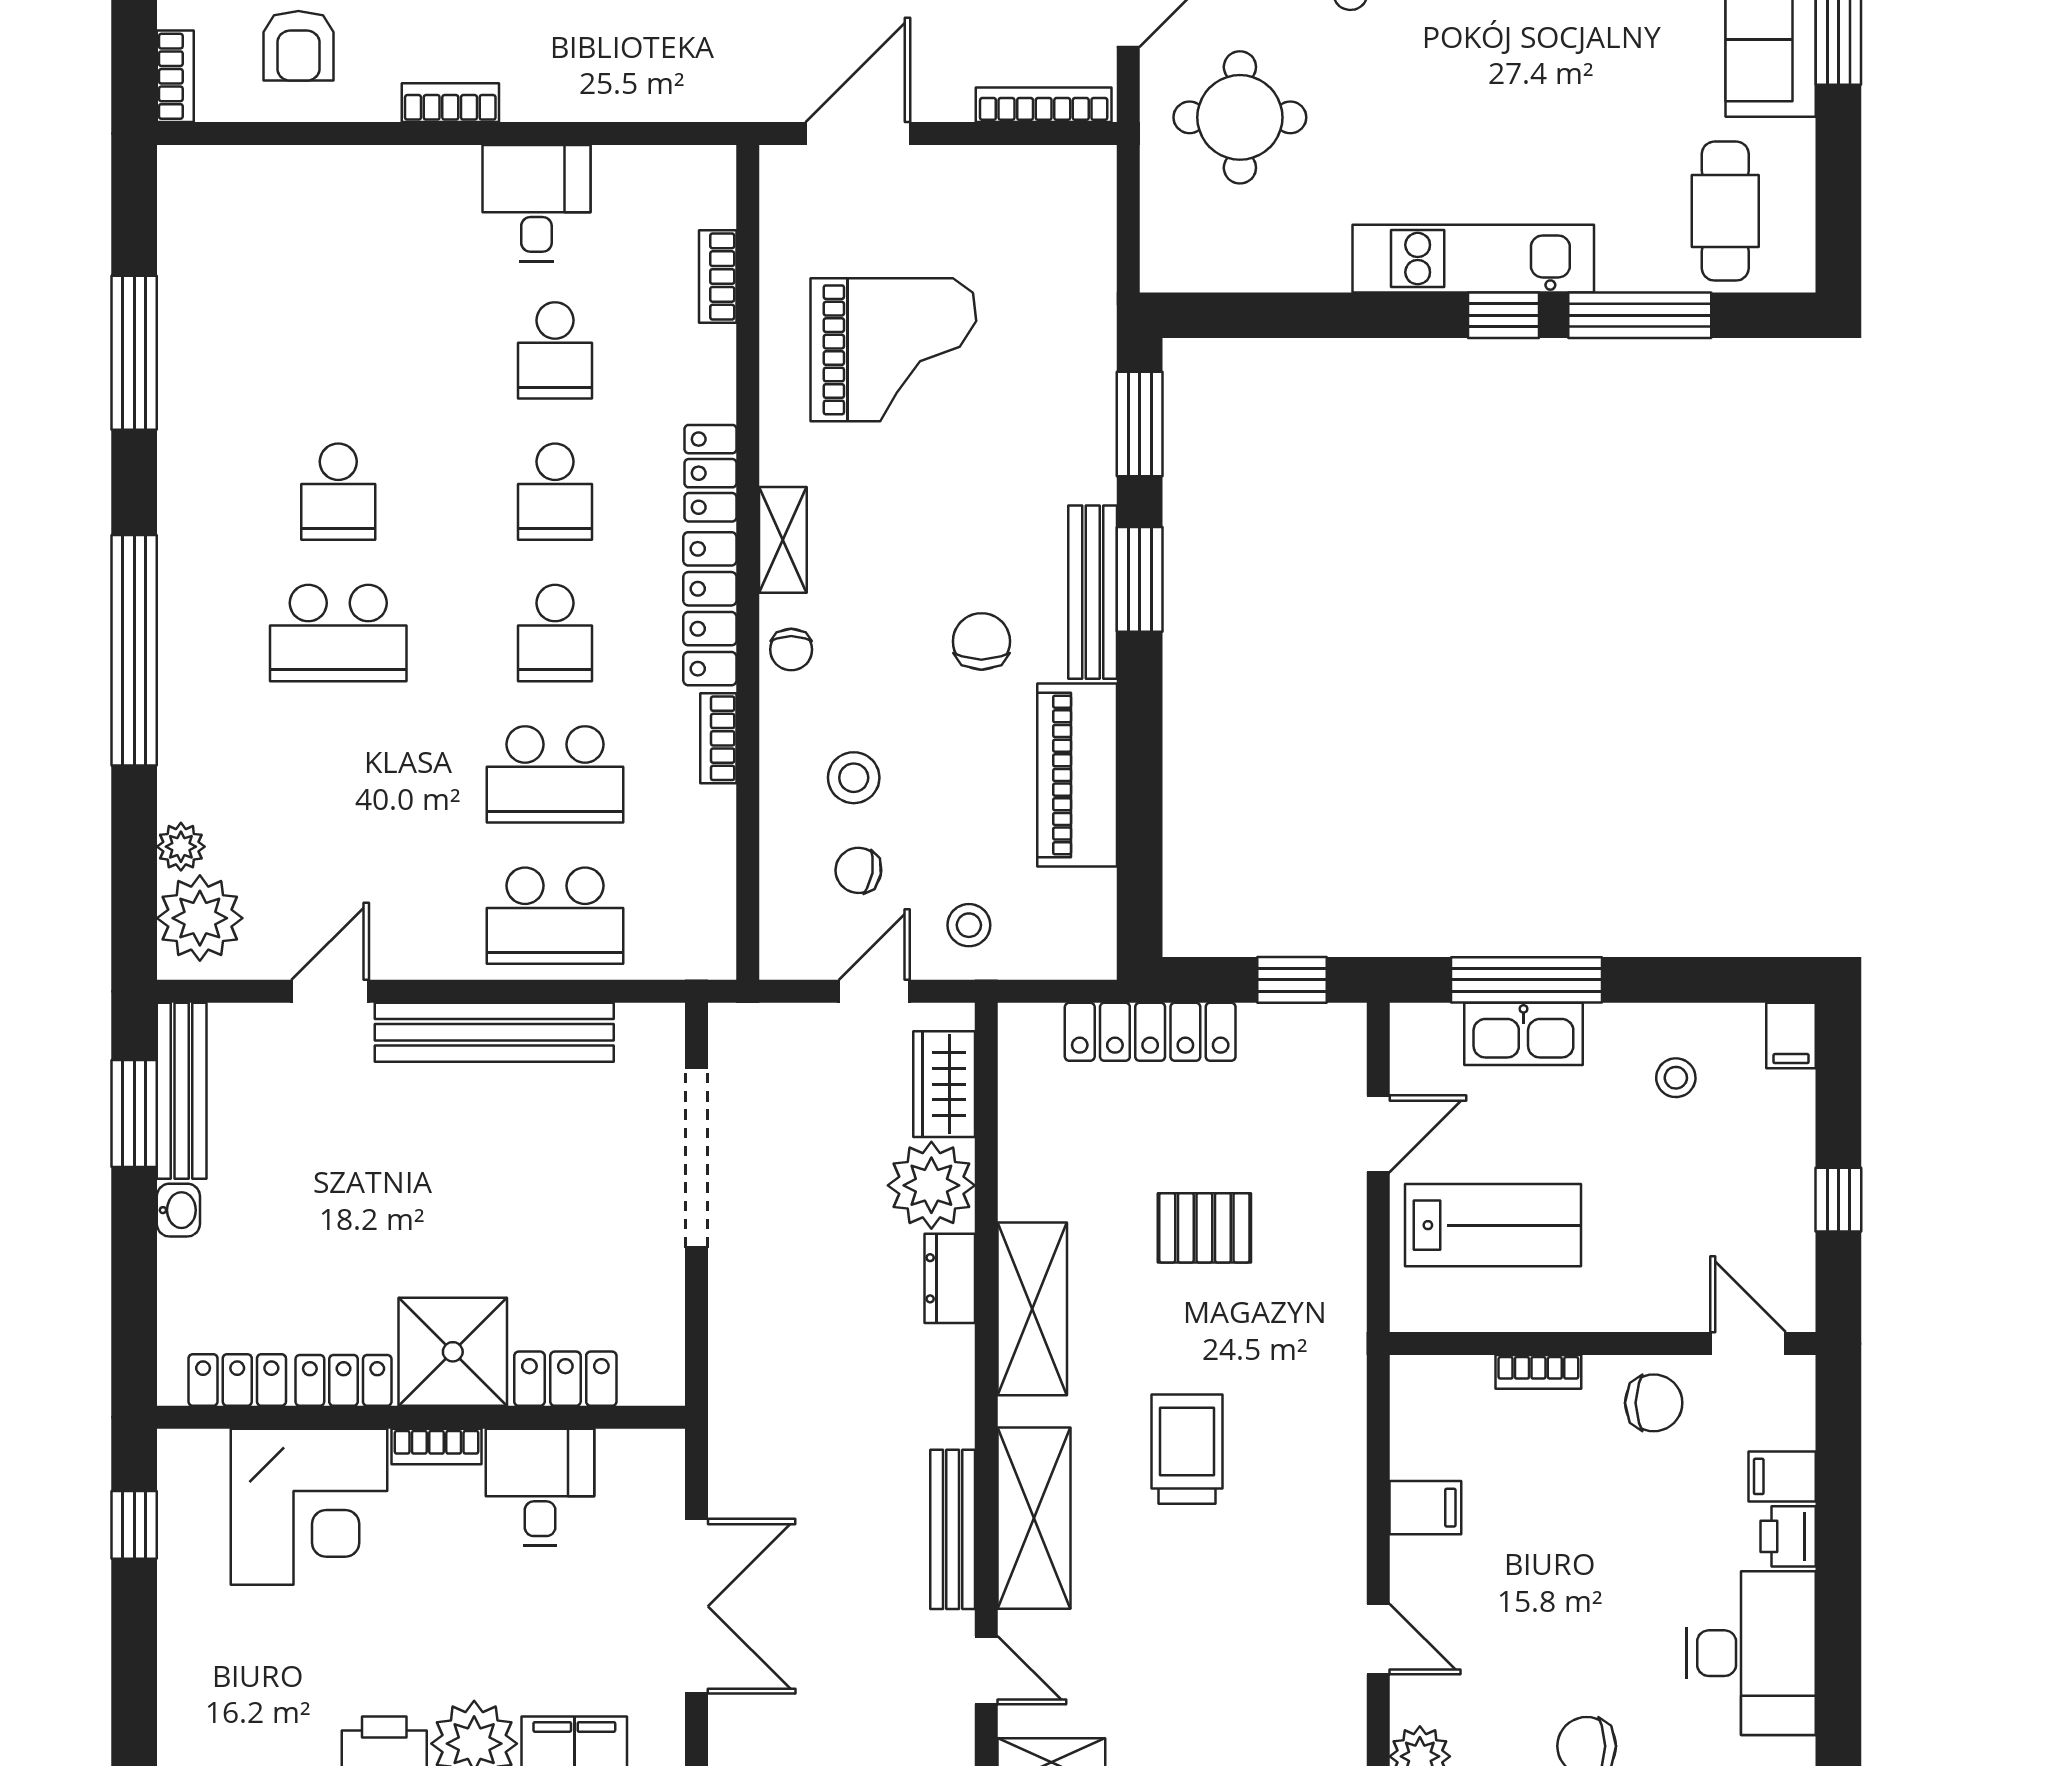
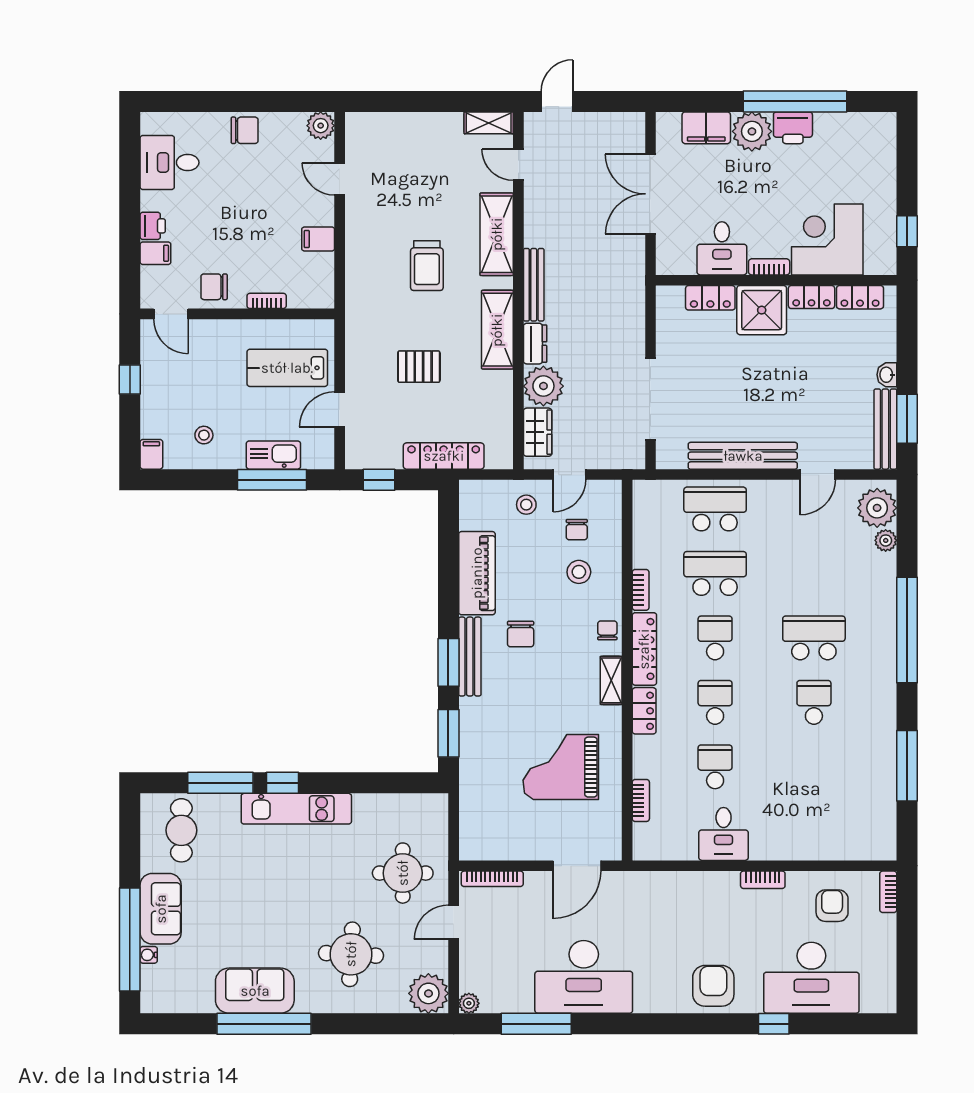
chair: (858, 870) -> (577, 530), turned 80
bench: (953, 1529) -> (534, 285), moved
desk: (1751, 1653) -> (169, 163), width x0.73

